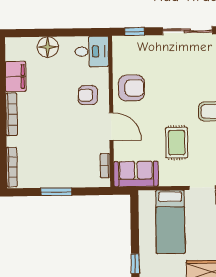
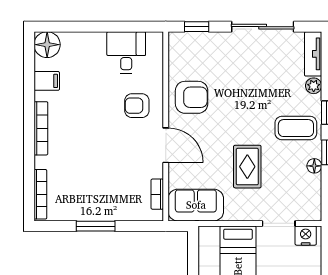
floor lamp: (48, 47) -> (47, 45), moved
desk: (92, 51) -> (126, 52), moved, turned -90
filing cabinet: (16, 76) -> (47, 81), width x0.50

